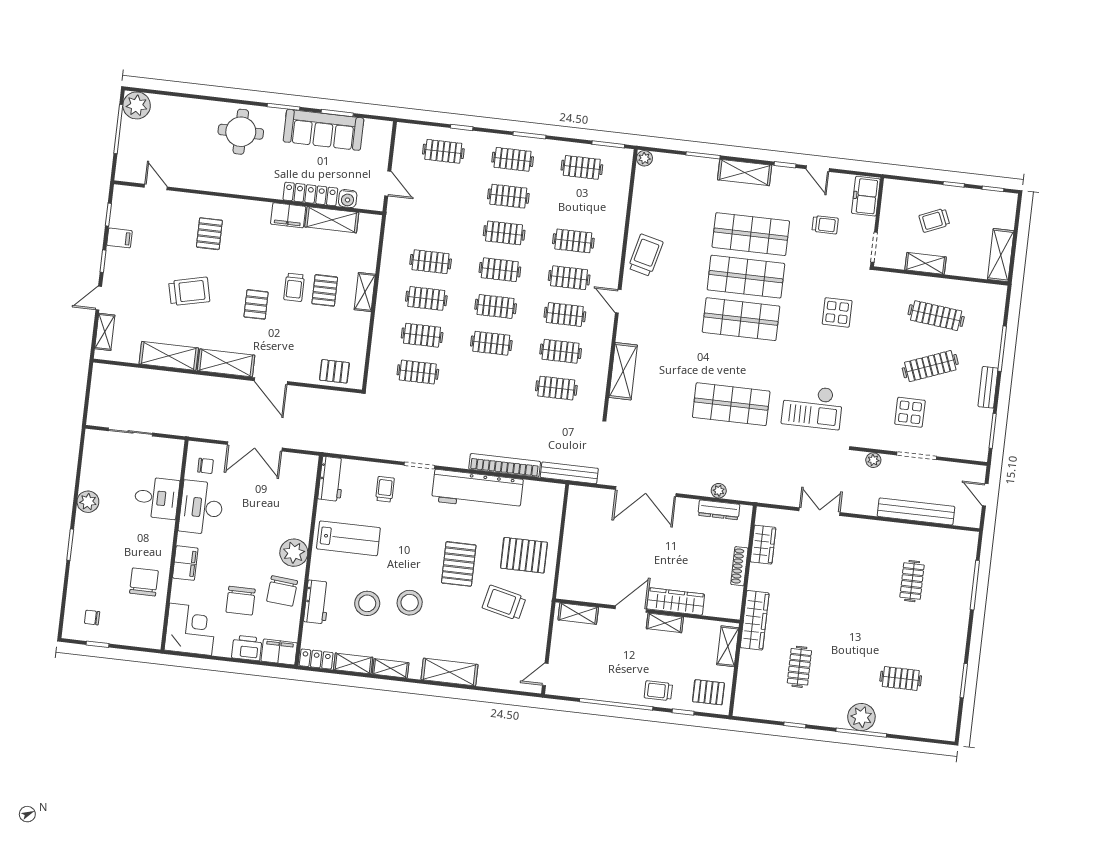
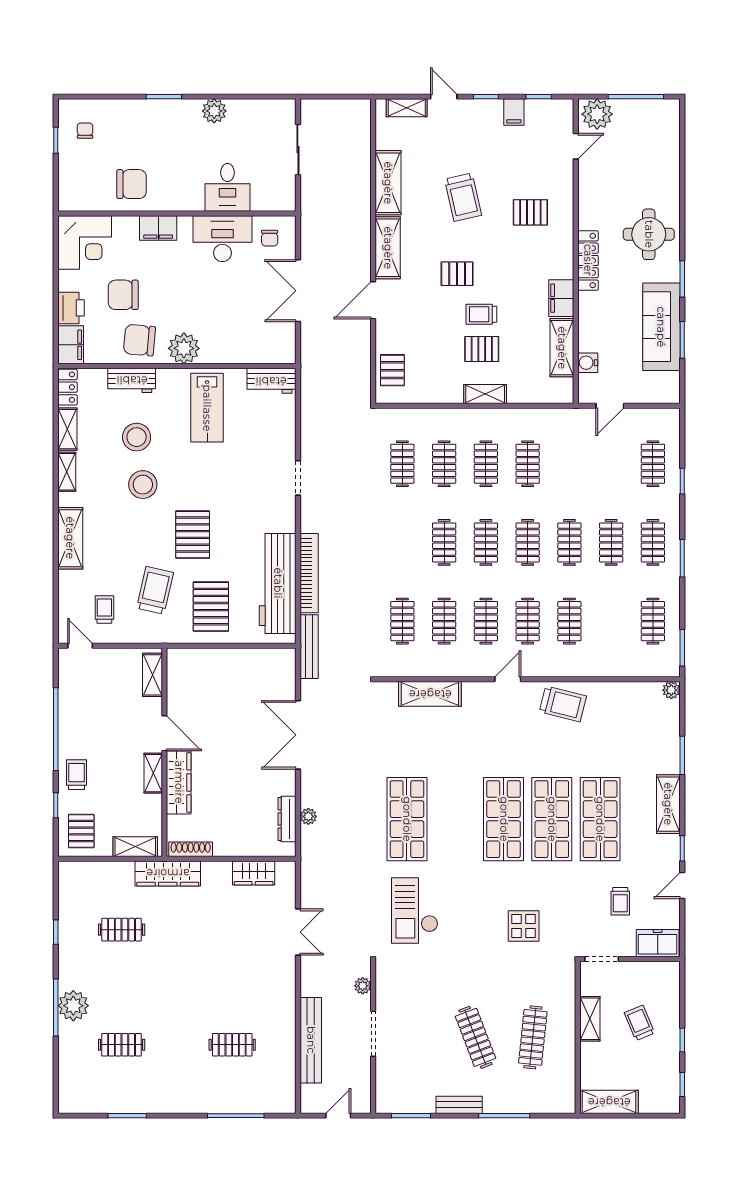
plant: (137, 105) -> (597, 114), moved
locker: (310, 194) -> (588, 260), moved
display table: (910, 412) -> (421, 1021), removed
trolley: (385, 489) -> (104, 609), moved, turned -90
workbench: (477, 490) -> (278, 583), moved
pallet: (459, 564) -> (193, 535), turned 90
shoe rack: (739, 566) -> (191, 849), moved
clothes rail: (901, 678) -> (122, 1045), turned 90

